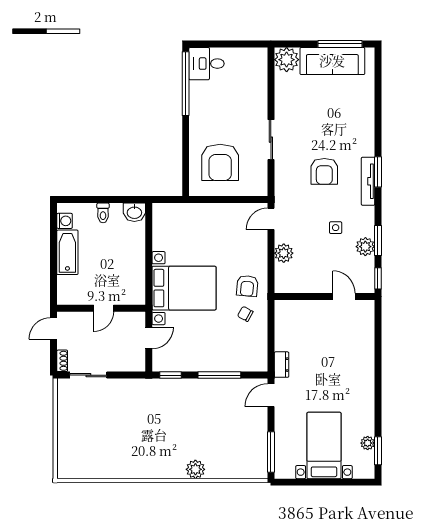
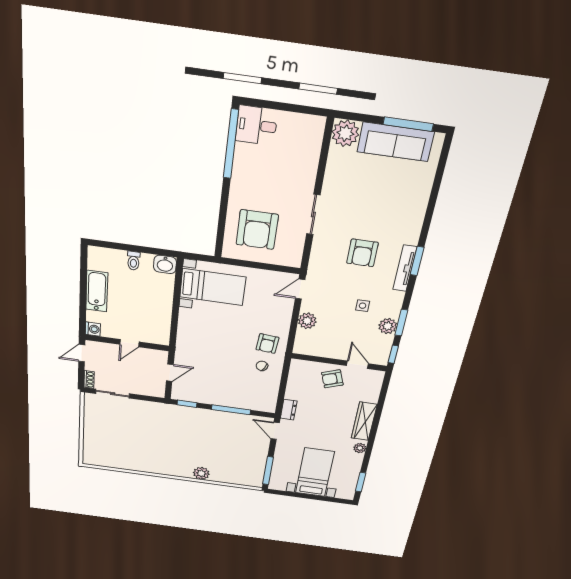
washing machine: (65, 221) -> (93, 329), moved
bed with nightstands: (184, 288) -> (213, 287), moved, width x0.73
armchair: (321, 318) -> (332, 379), added
wardrobe: (365, 366) -> (364, 421), added
door: (271, 395) -> (275, 431), hinge flipped
plant: (368, 443) -> (360, 448), moved

